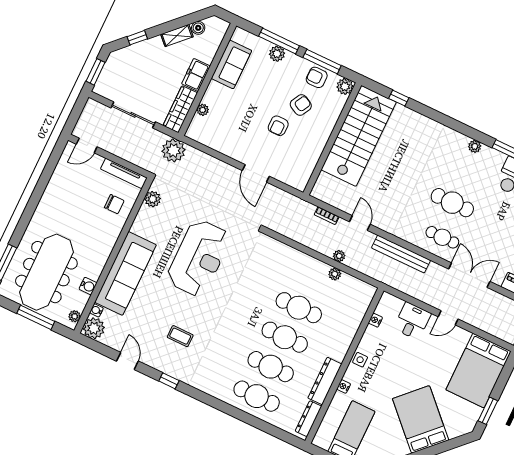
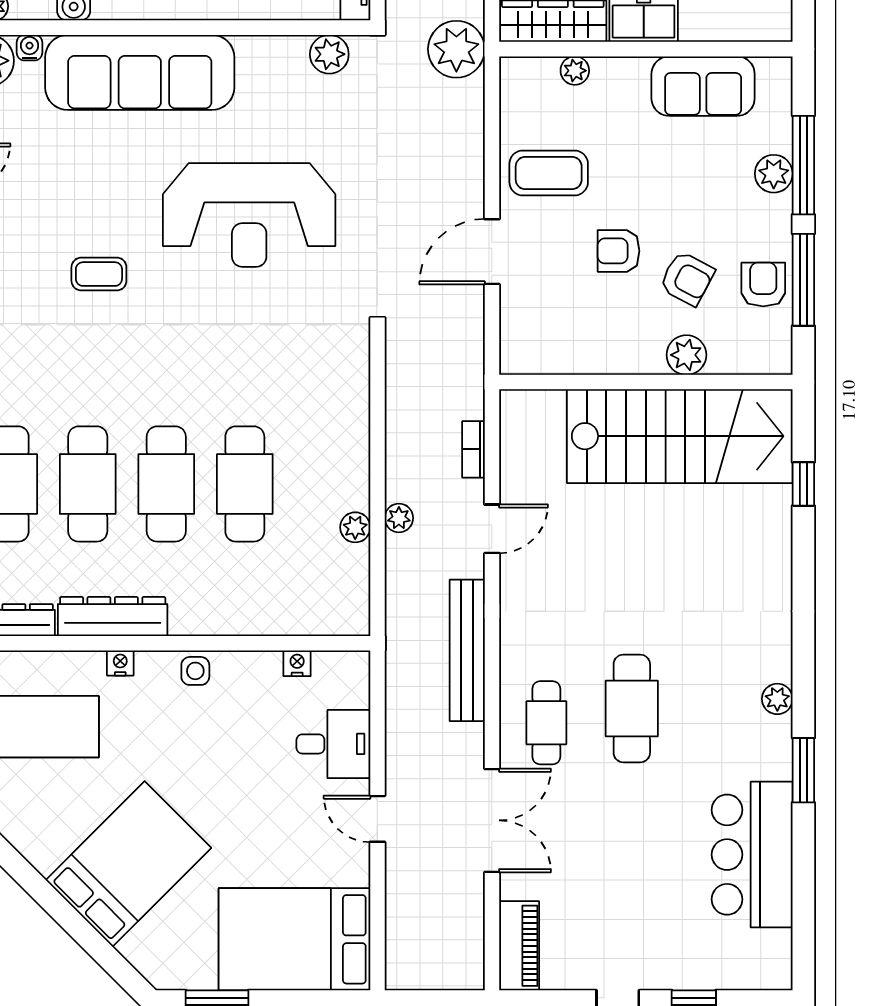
plant: (345, 86) -> (686, 355), moved
coffee table: (236, 138) -> (549, 173), added
coffee table: (180, 336) -> (99, 274), moved, turned 90

